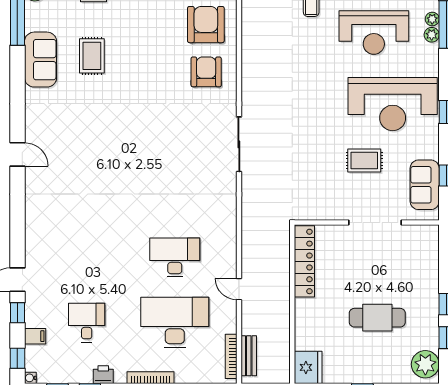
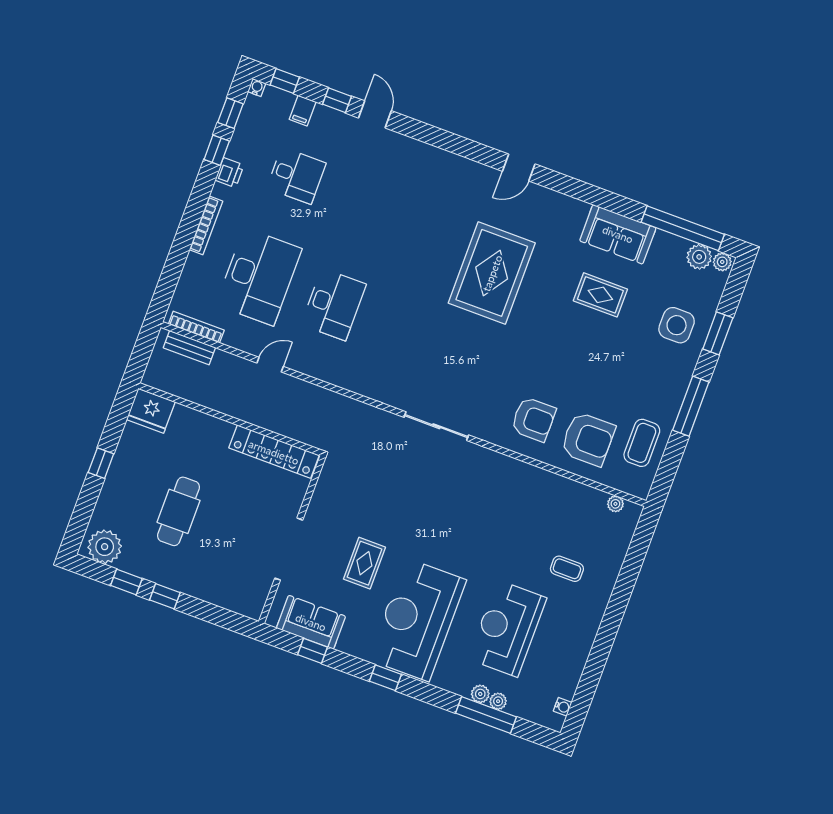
rug: (106, 145) -> (492, 273), added

